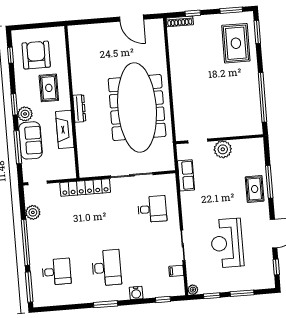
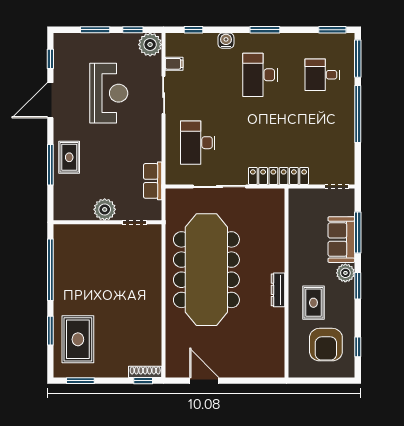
window: (193, 13) -> (143, 381), moved
window: (257, 32) -> (50, 331), moved
dresser: (79, 108) -> (278, 290), moved
fireplace: (65, 129) -> (298, 250), removed
desk: (152, 209) -> (198, 143), width x1.37
plant: (33, 212) -> (346, 150), removed
plant: (193, 290) -> (150, 45), width x1.87, depth x1.87
window: (51, 309) -> (332, 30), added

